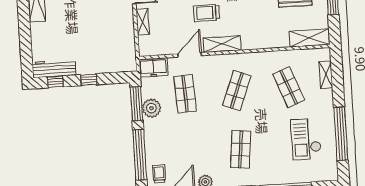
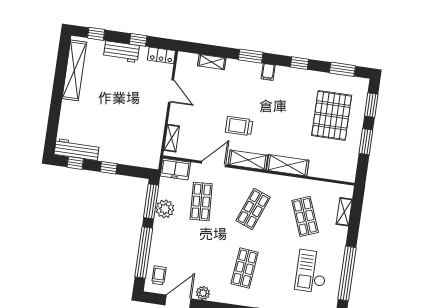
shelving: (143, 22) -> (172, 138), moved
shelving: (309, 38) -> (288, 165), moved

